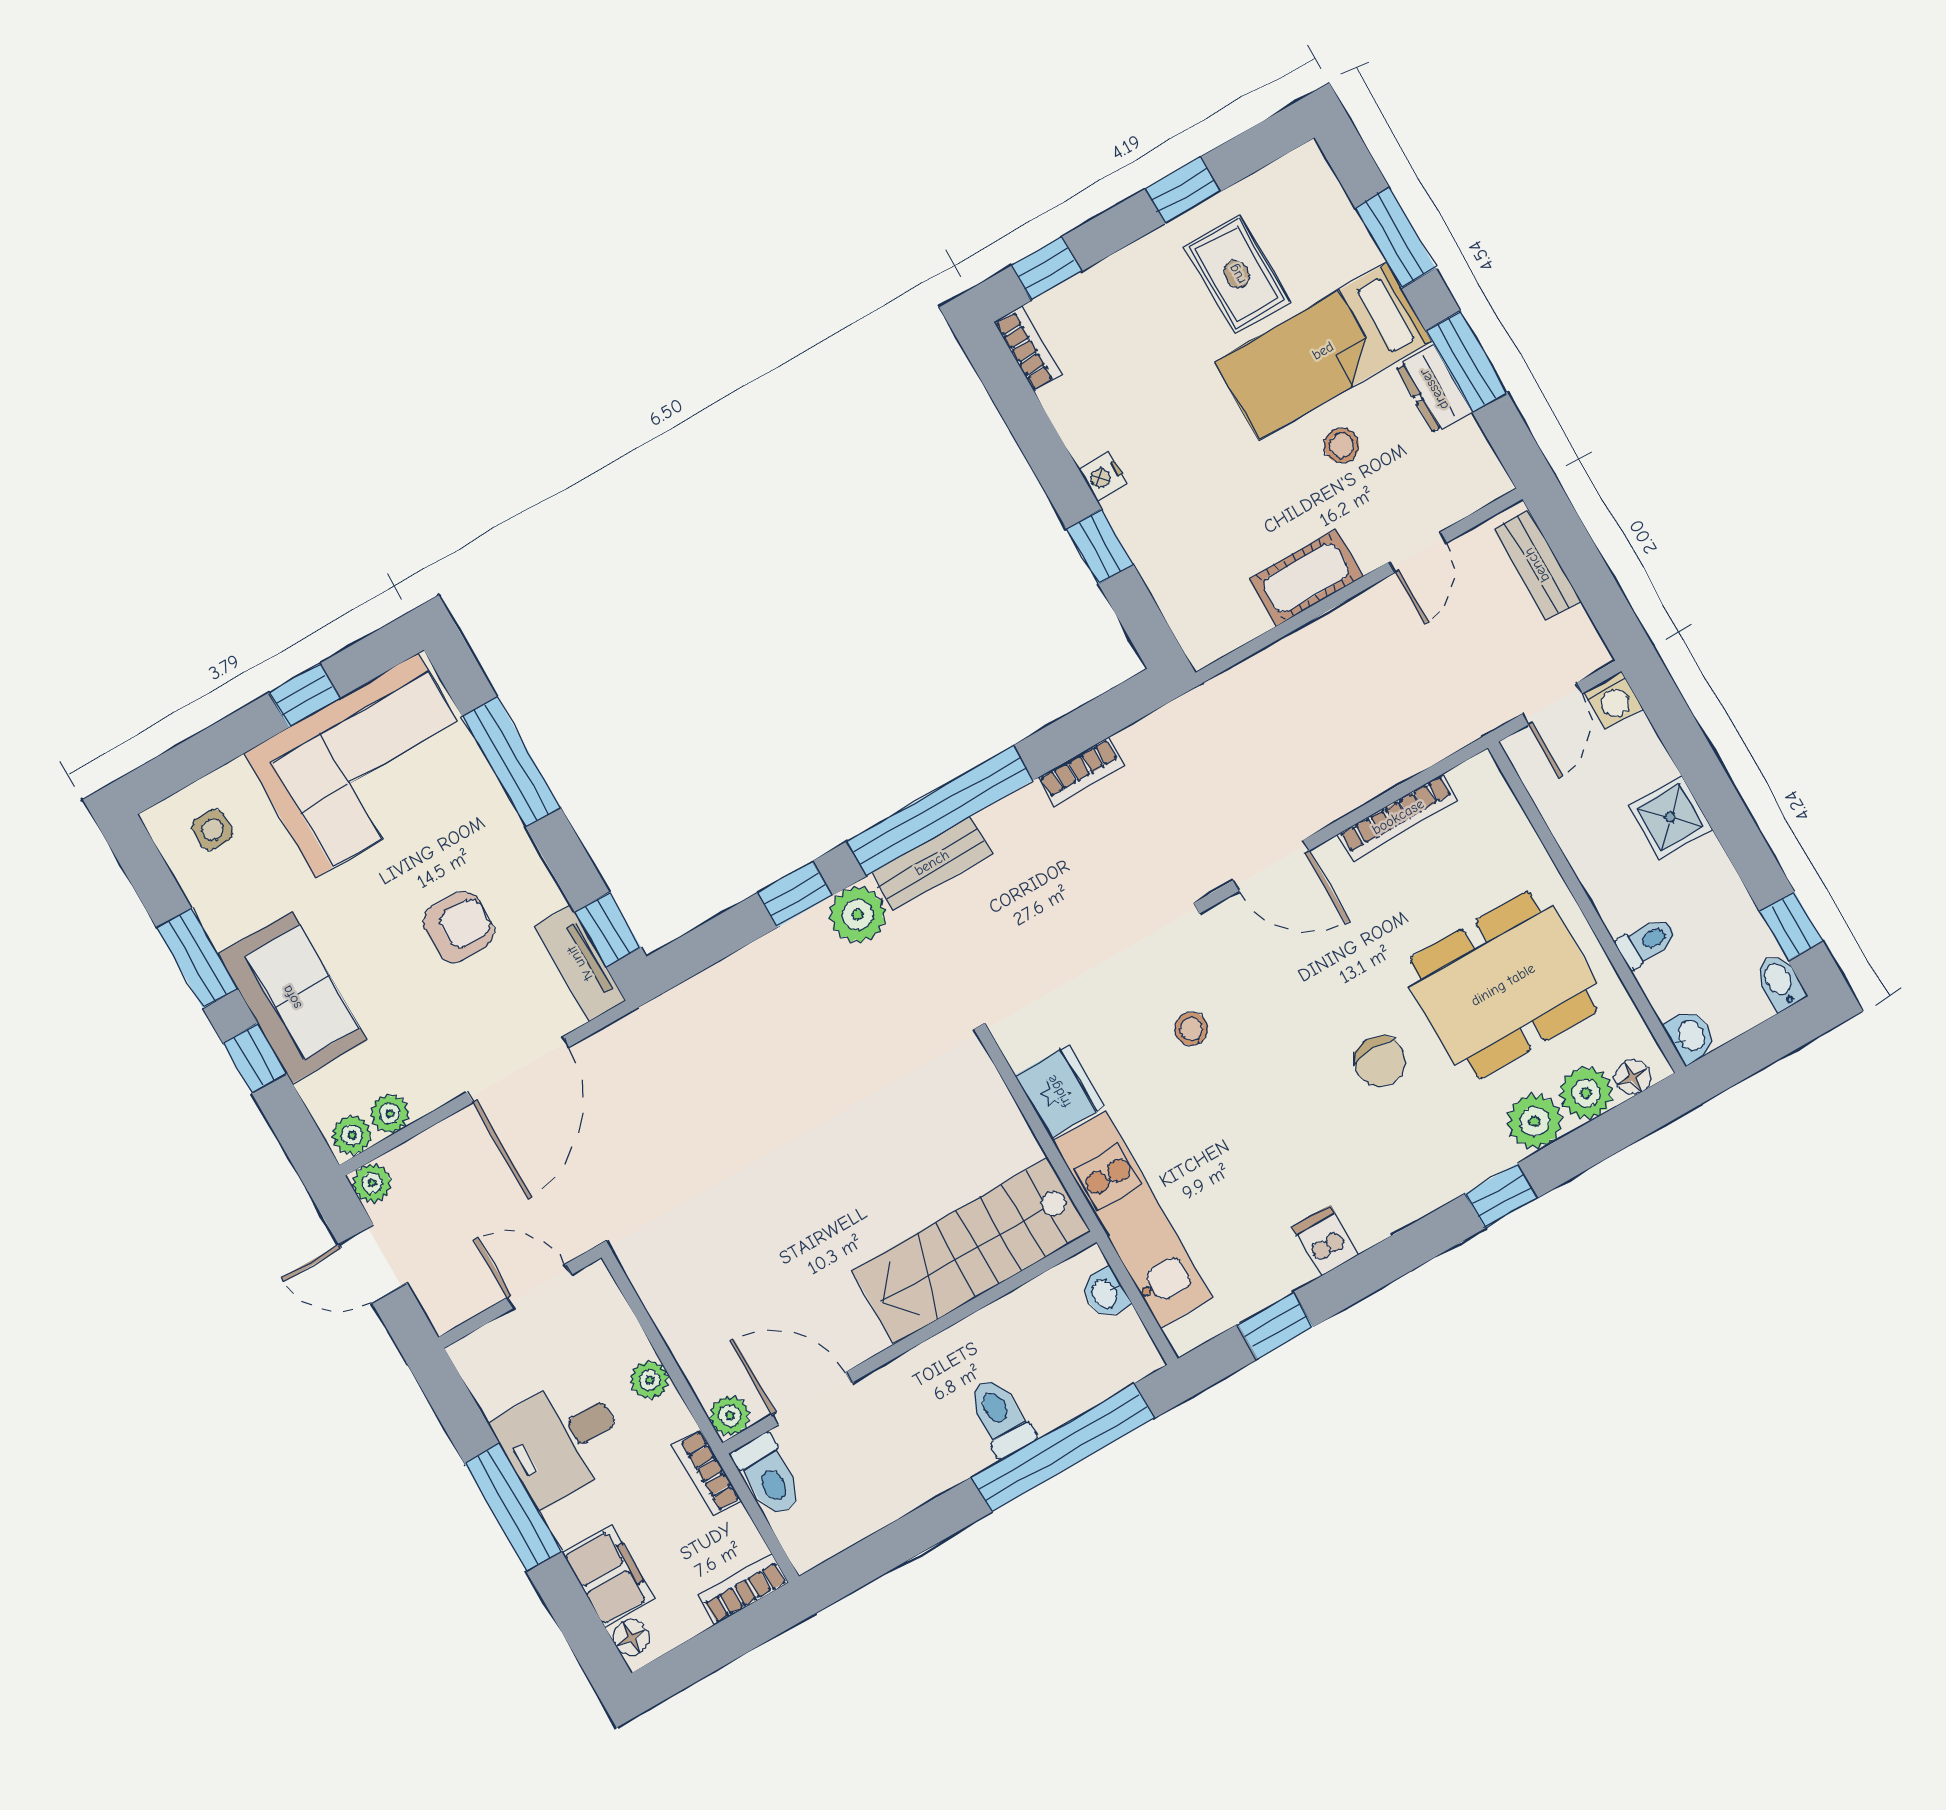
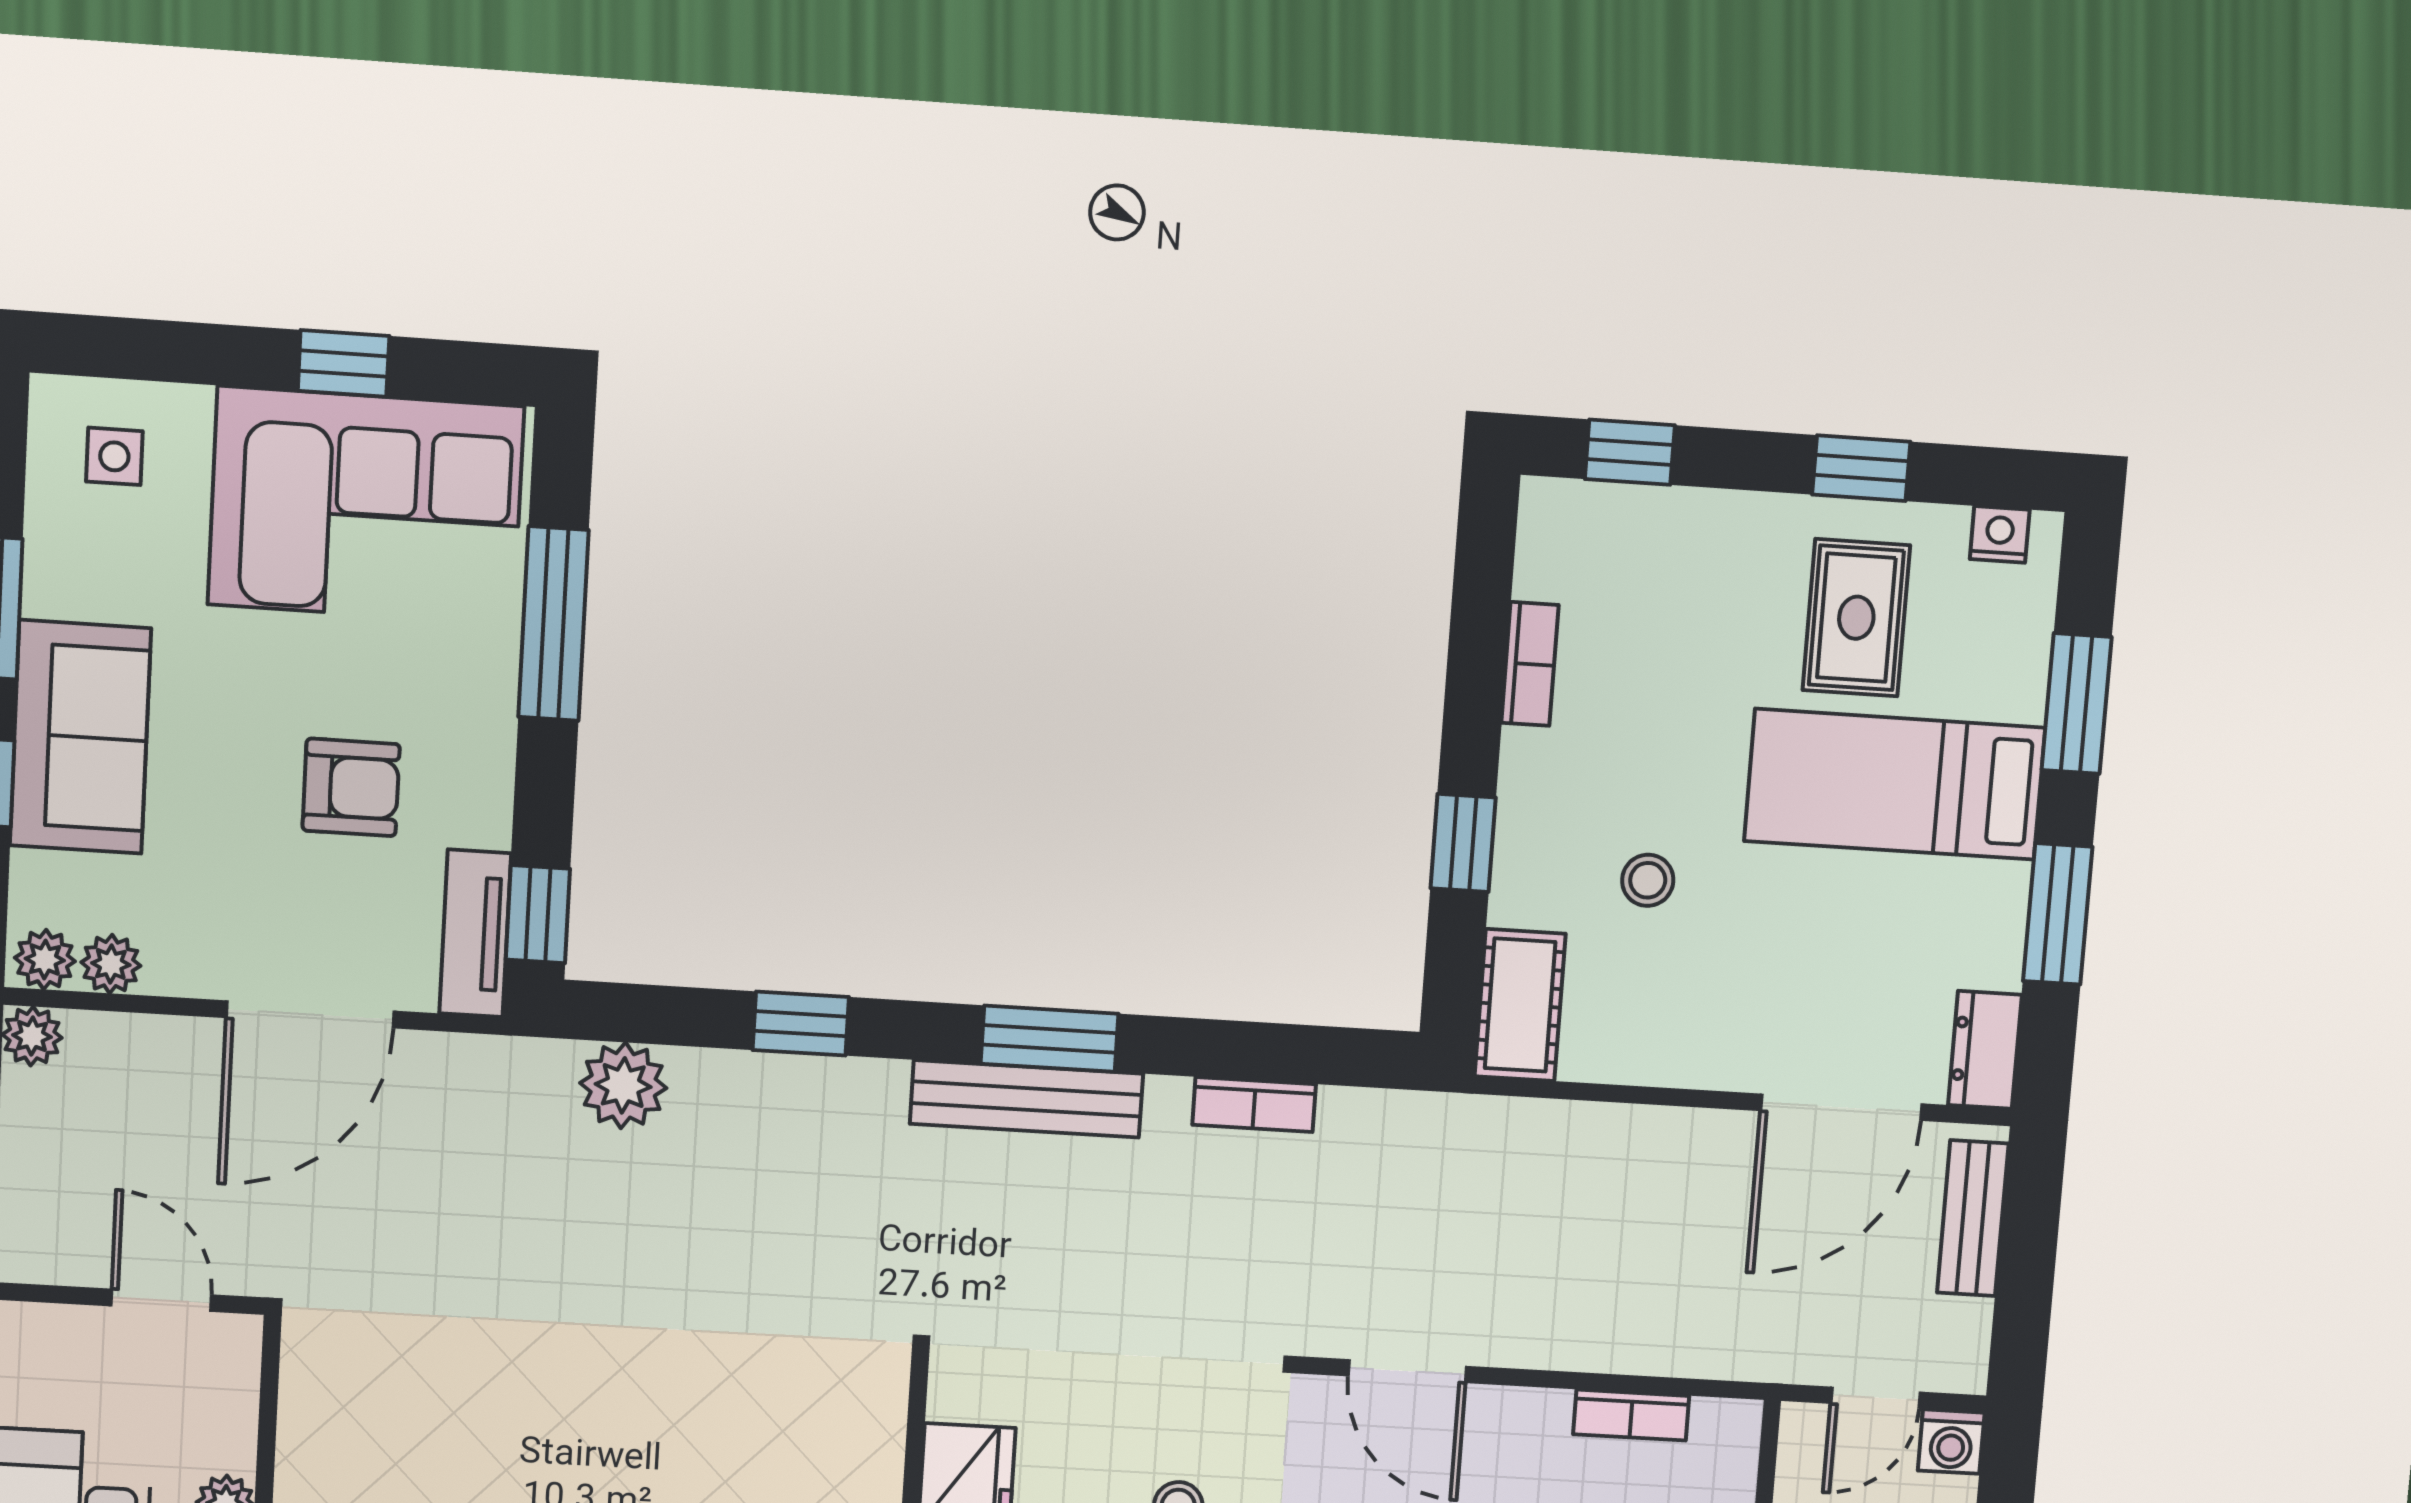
bookcase: (1028, 349) -> (1530, 664), moved
dresser: (1434, 389) -> (1985, 1050), moved
stool: (1342, 446) -> (1648, 880), moved
nightstand: (1103, 476) -> (2000, 534), moved, turned 90
door: (1418, 552) -> (1841, 1107), width x1.87
cot: (1306, 578) -> (1520, 1005), moved, turned 90
window: (940, 811) -> (1050, 1039), width x0.47
bookcase: (1398, 817) -> (1631, 1415), width x0.64
bench: (932, 863) -> (1027, 1099), width x1.36
plant: (858, 915) -> (623, 1085), moved

